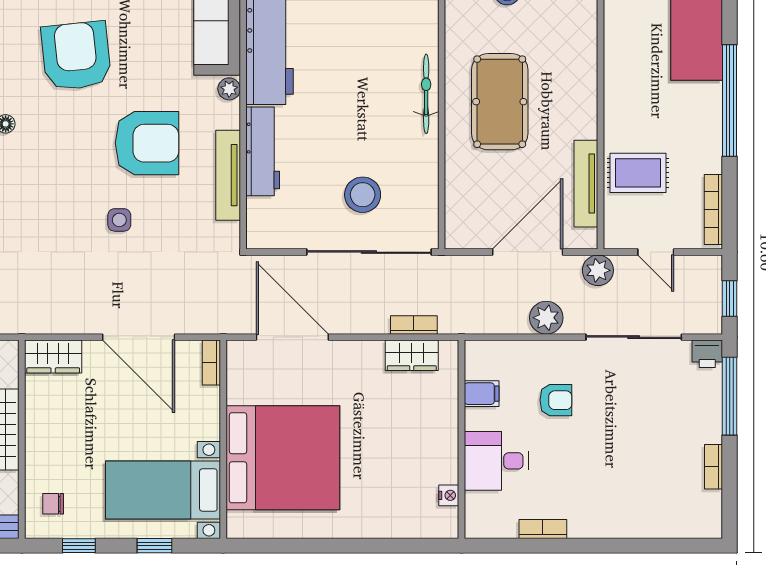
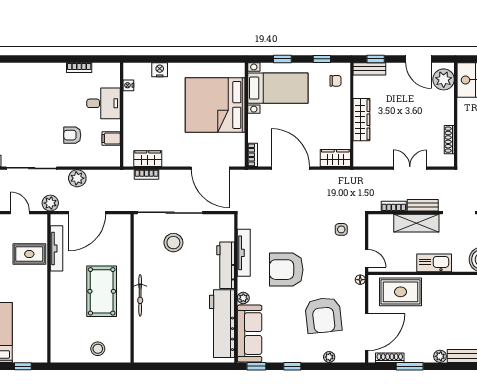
side table: (119, 220) -> (341, 229), moved
nightstand: (389, 525) -> (160, 70), added

